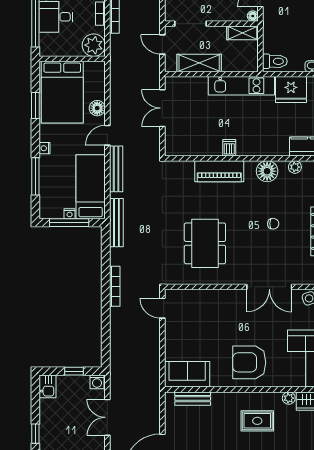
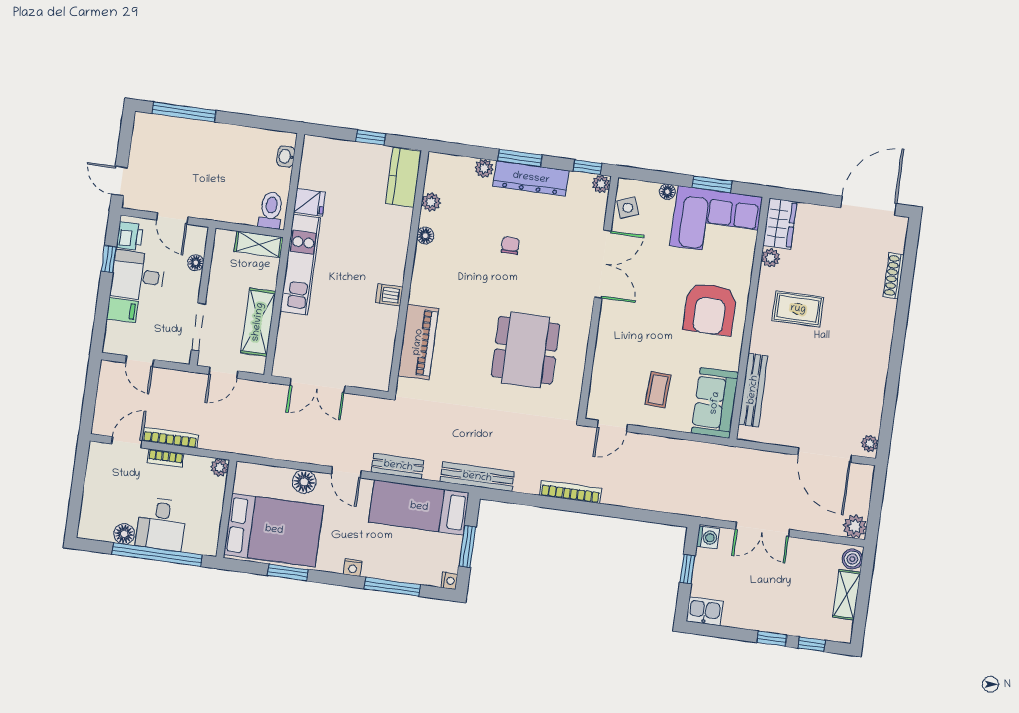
floor lamp: (253, 16) -> (196, 263), moved
shelving: (242, 33) -> (259, 244), moved, turned 90
plant: (94, 45) -> (219, 468), width x0.53, depth x0.53
fridge: (291, 90) -> (310, 202), width x0.53, depth x0.75
bench: (116, 169) -> (398, 466), width x0.73
piano: (219, 171) -> (418, 342), moved
floor lamp: (267, 171) -> (425, 236), width x0.53, depth x0.53
nightstand: (70, 214) -> (449, 581), moved
window: (69, 223) -> (467, 546), width x0.69
dining table: (205, 243) -> (525, 350), turned 90
coffee table: (191, 335) -> (658, 390), added
bench: (193, 399) -> (753, 390), width x1.36
rug: (257, 421) -> (798, 309), turned 90

